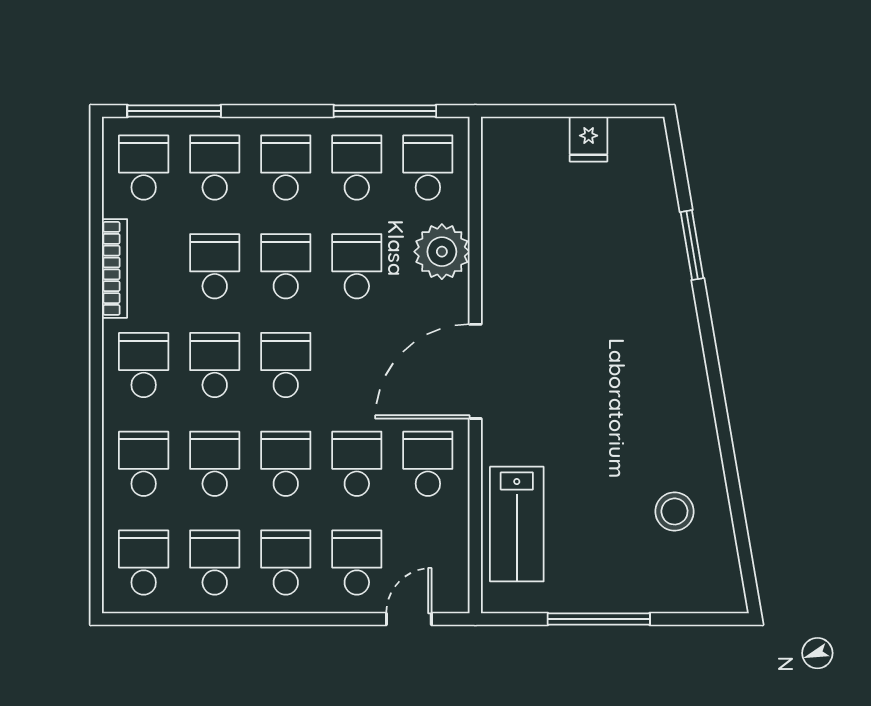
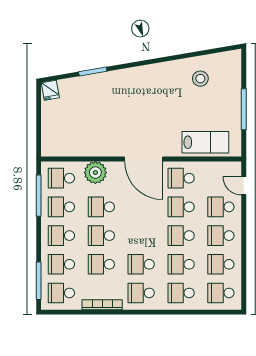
fridge: (589, 139) -> (50, 90), moved, turned 80
school desk: (286, 365) -> (141, 236), removed

